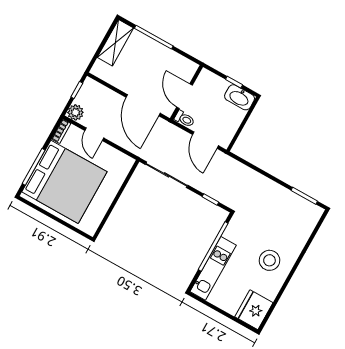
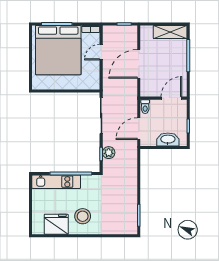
door: (185, 96) -> (171, 98), moved
washbasin: (240, 97) -> (168, 139), moved, turned 90
door: (143, 105) -> (139, 64), moved
plant: (75, 112) -> (109, 153), moved
fridge: (254, 310) -> (56, 224), moved

